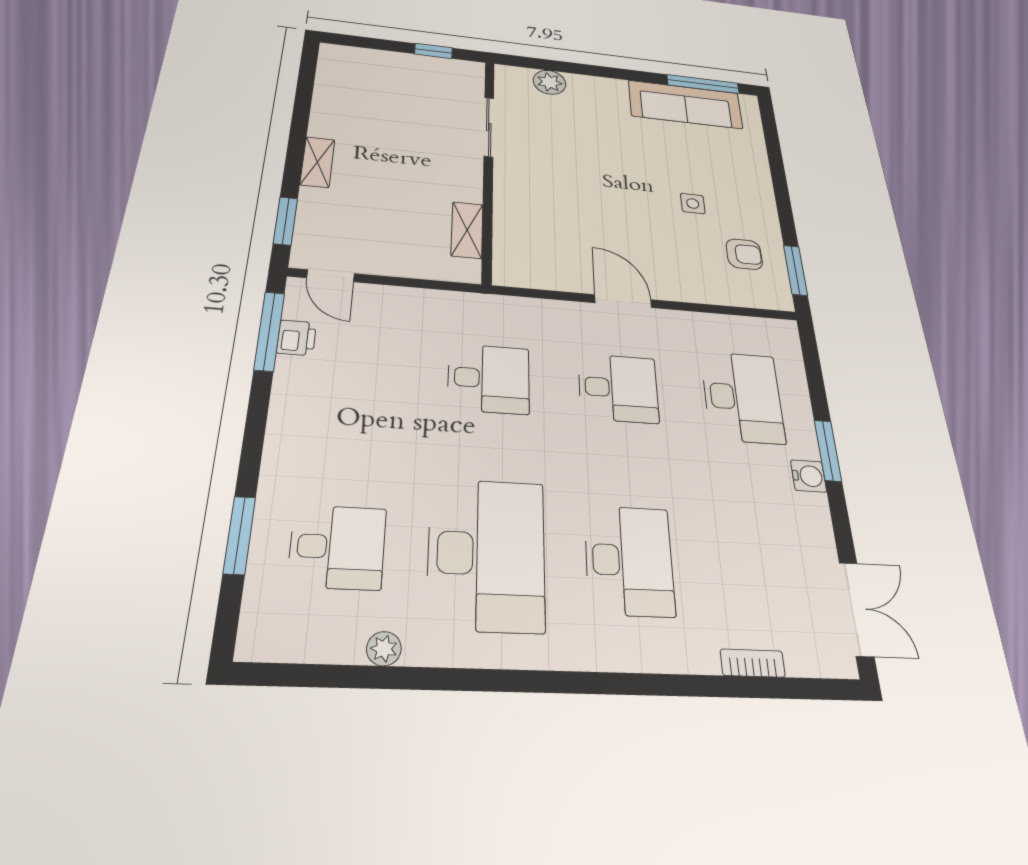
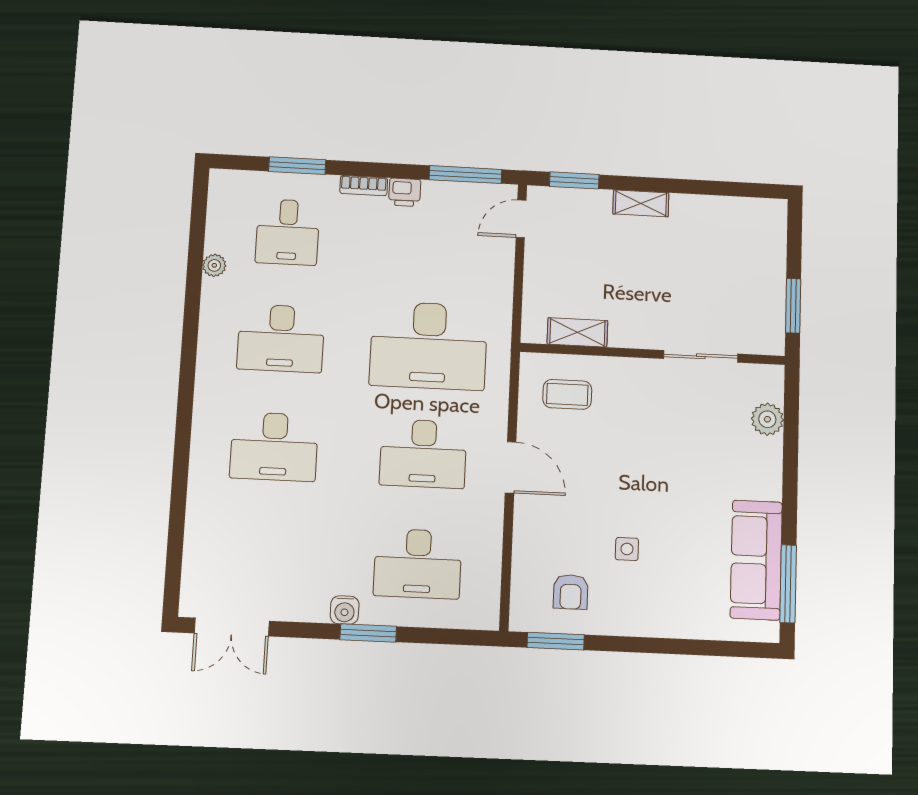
window: (434, 51) -> (793, 306), width x1.50
coffee table: (537, 244) -> (567, 394), added
door: (623, 301) -> (511, 467), hinge flipped
printer: (296, 338) -> (405, 192), moved
desk: (489, 379) -> (429, 346), width x1.87, depth x1.30
desk: (618, 388) -> (423, 454), width x1.37
desk: (487, 554) -> (281, 338), width x0.73, depth x0.77
bookcase: (753, 663) -> (364, 186), moved, turned 90

